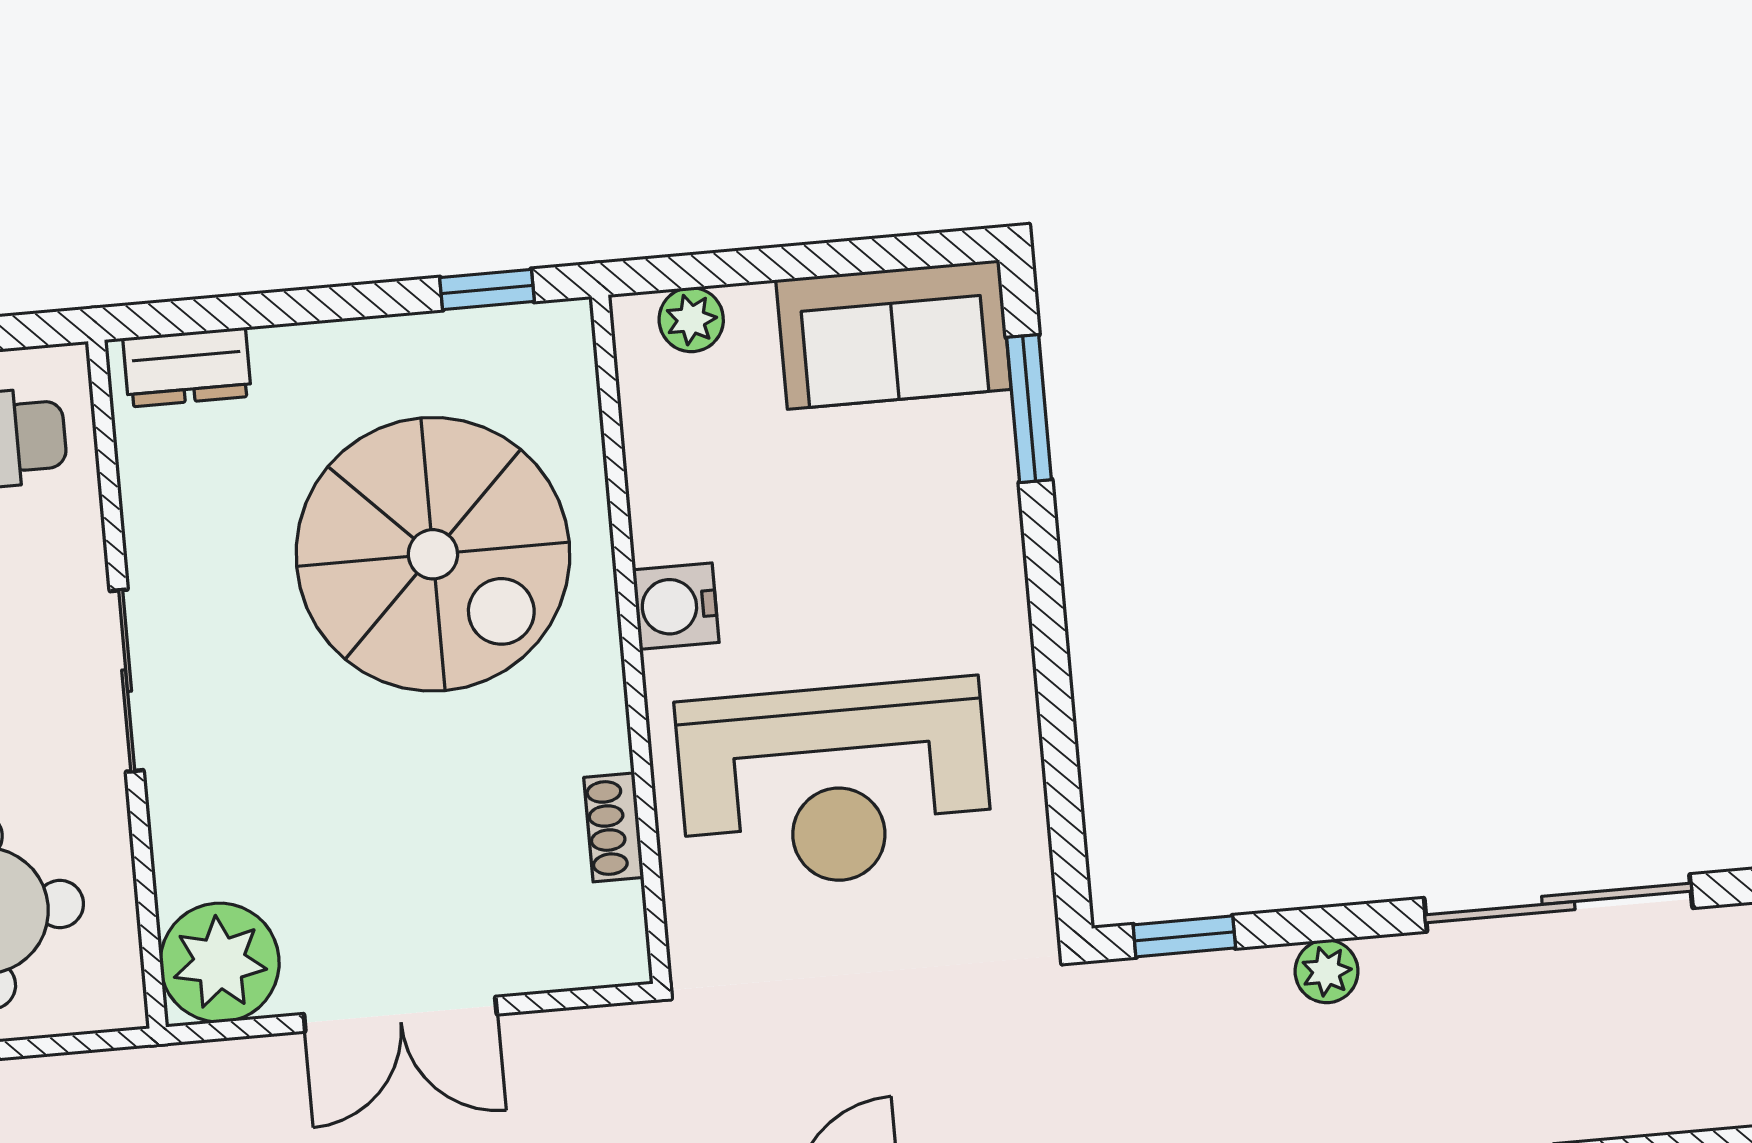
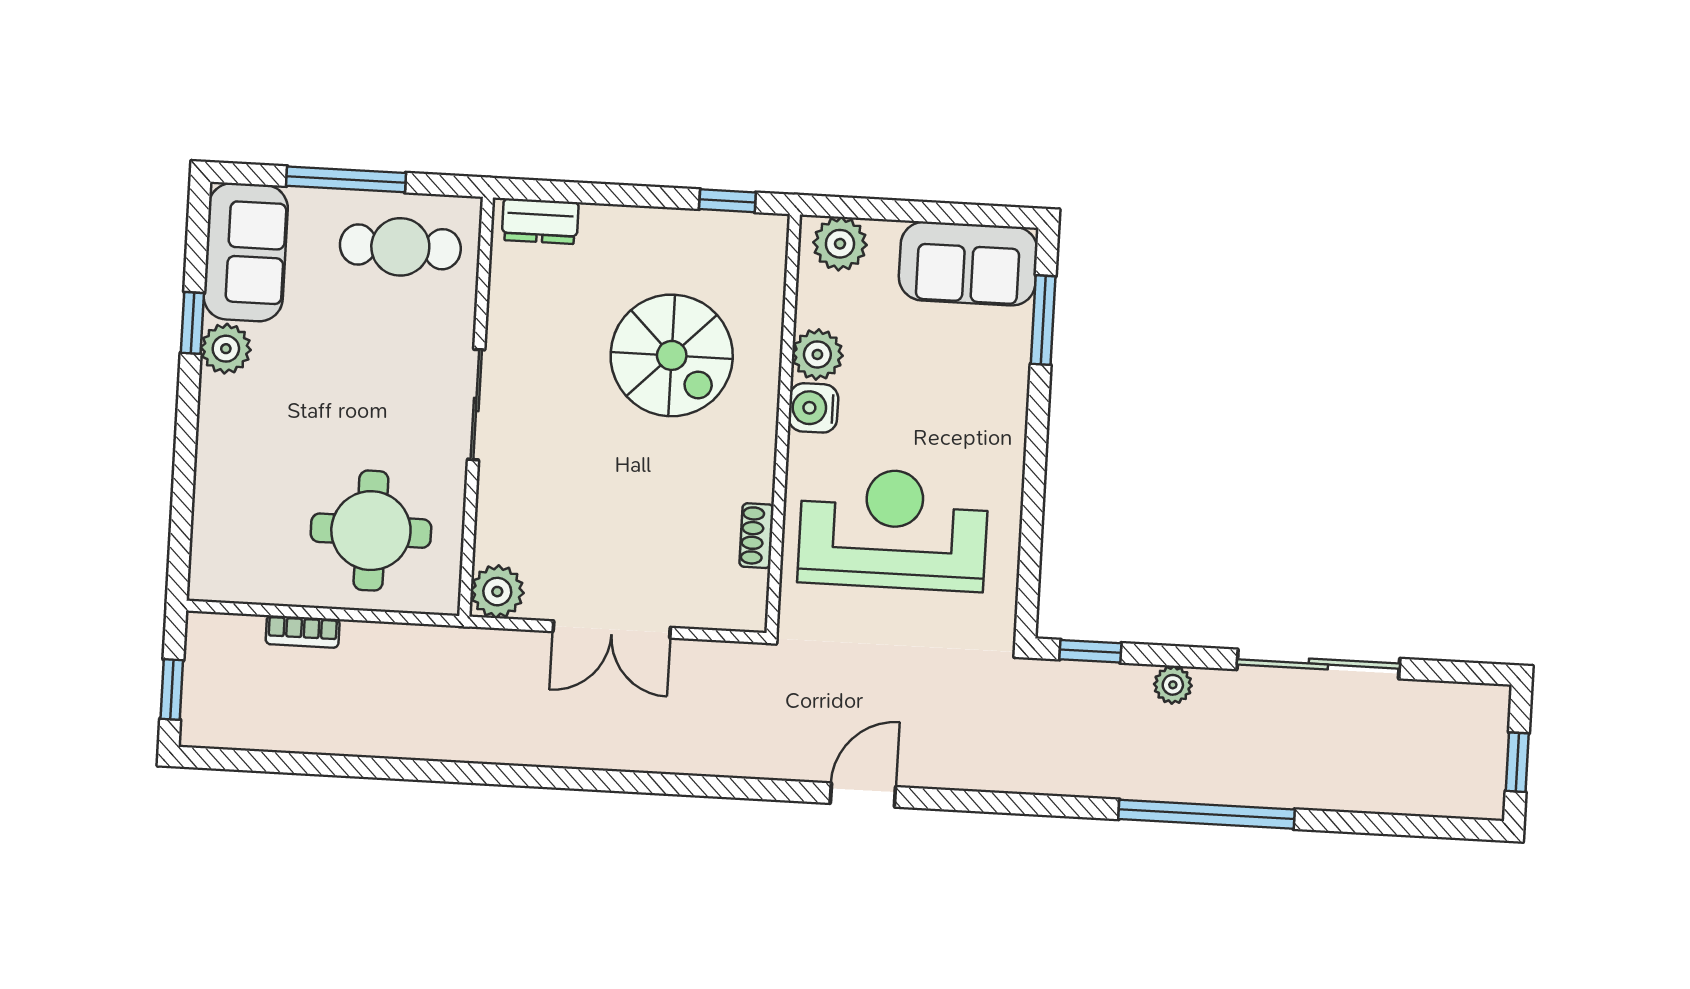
plant: (691, 320) -> (840, 244), width x1.38, depth x1.38
plant: (670, 518) -> (817, 354), added
spiral stairs: (433, 554) -> (672, 355), width x0.73, depth x0.73
reception desk: (834, 784) -> (893, 529), turned 180
plant: (220, 963) -> (497, 592), width x0.73, depth x0.73

